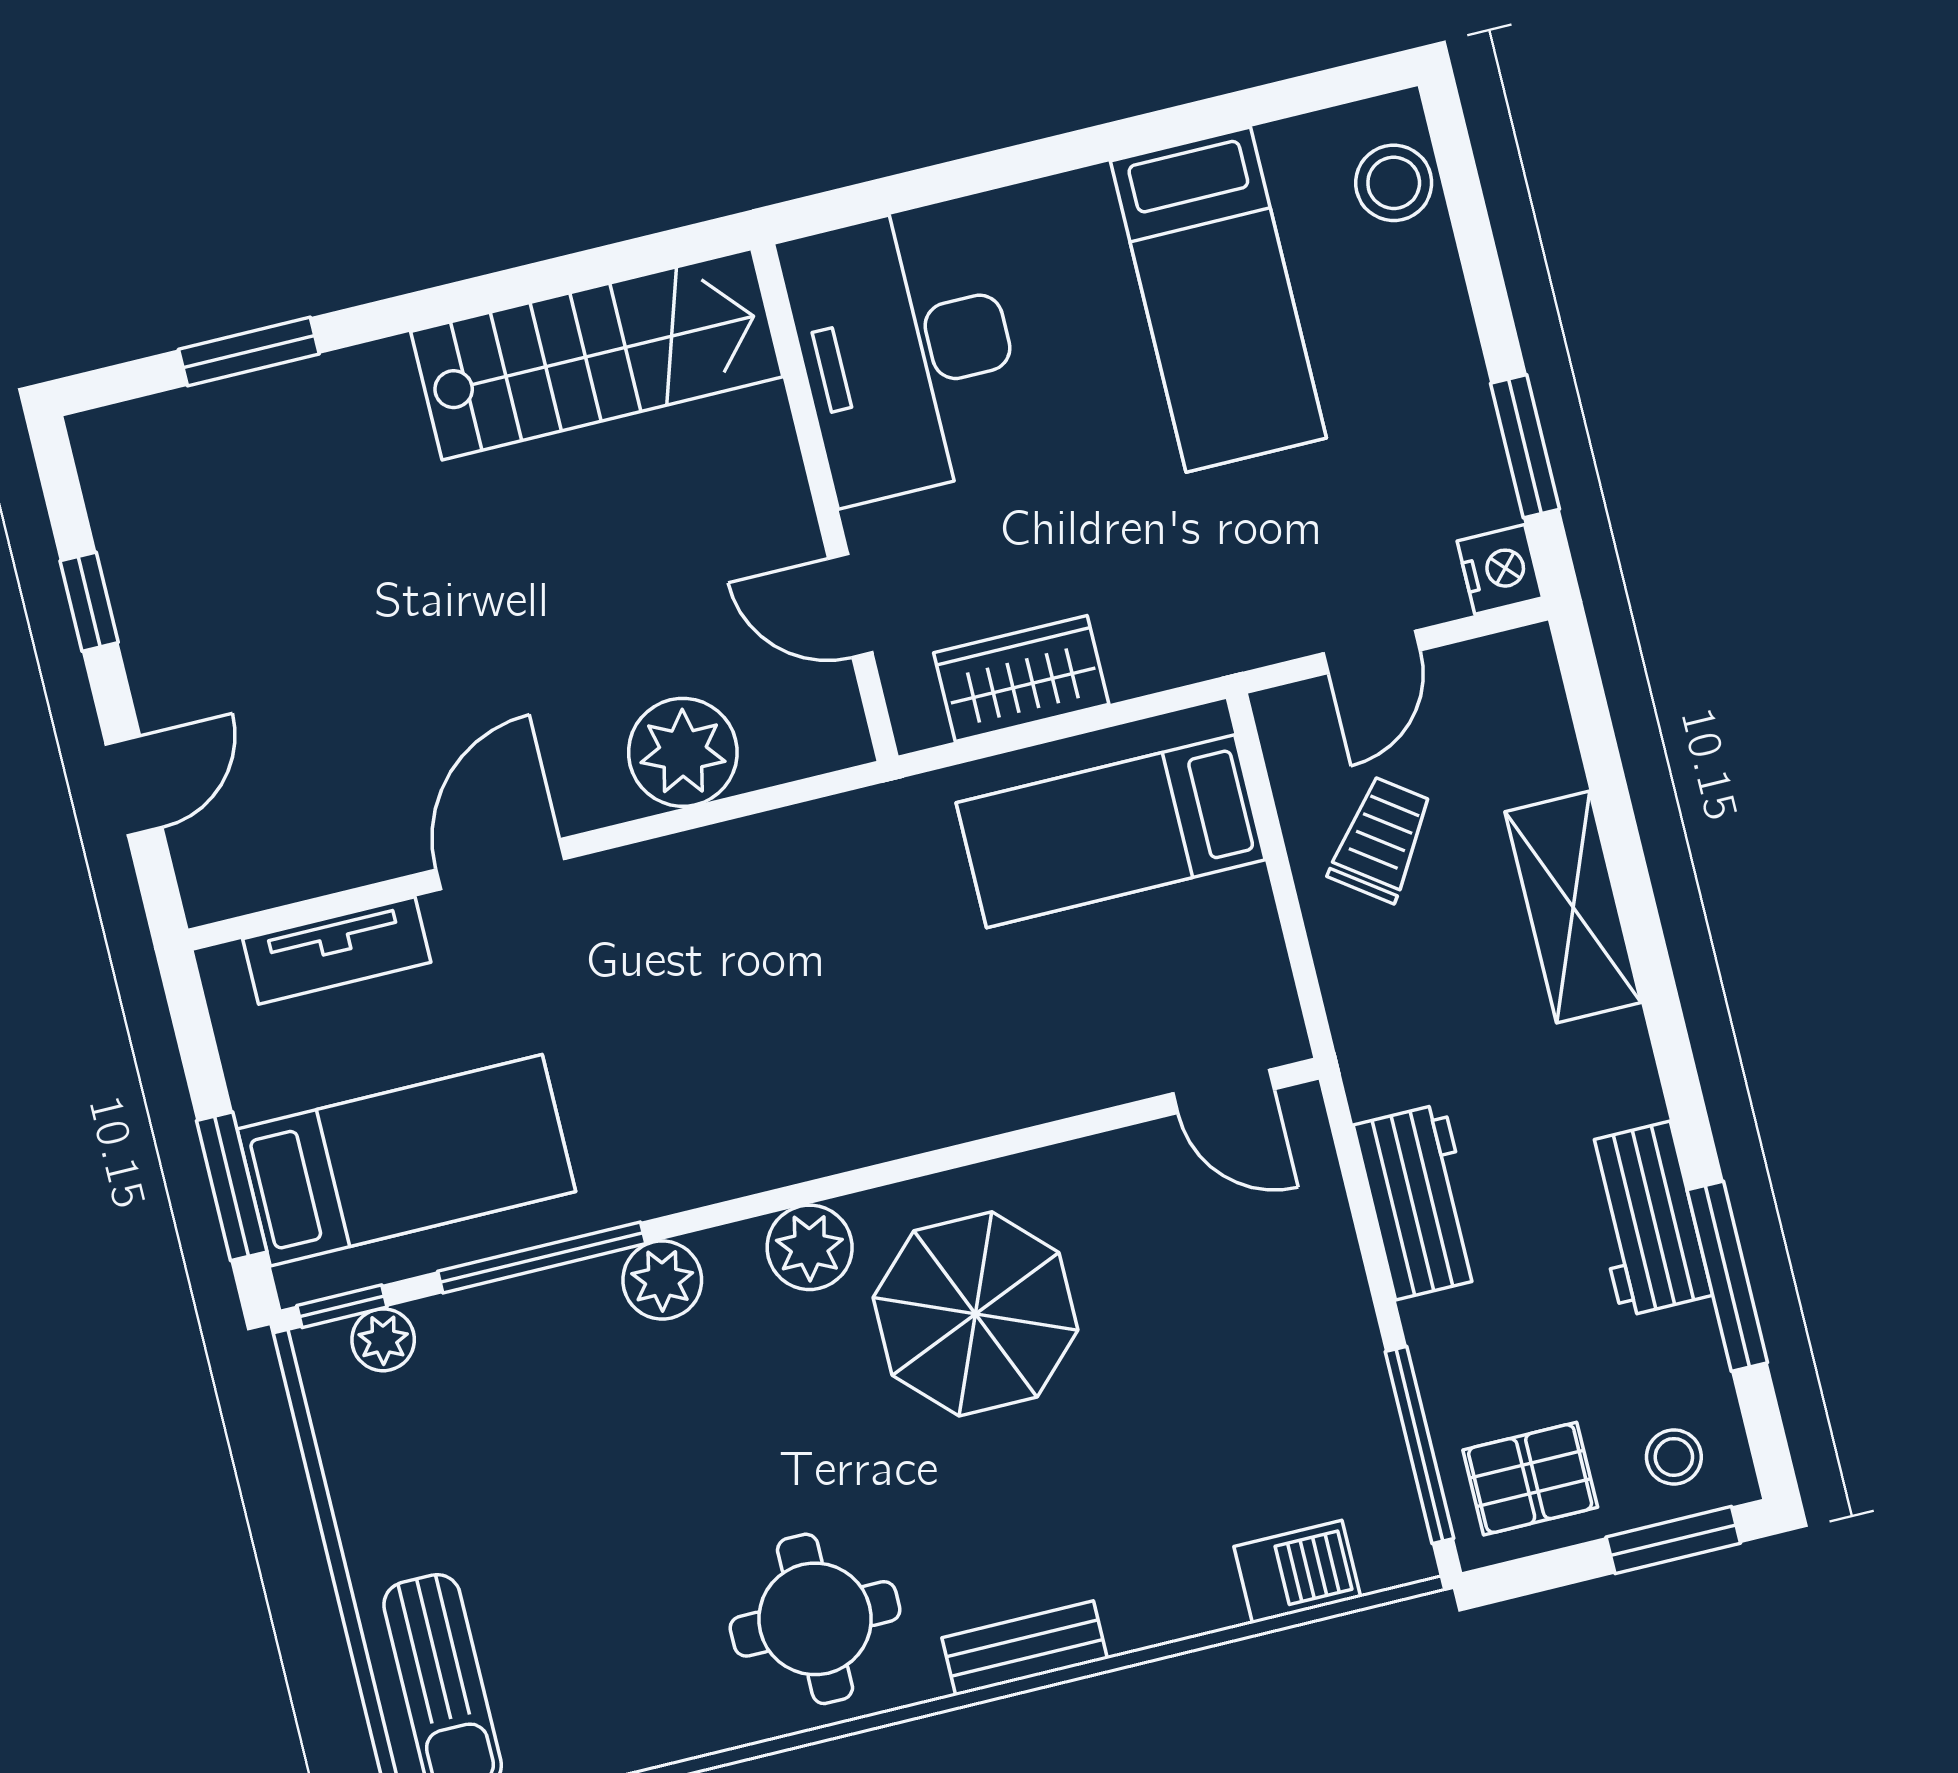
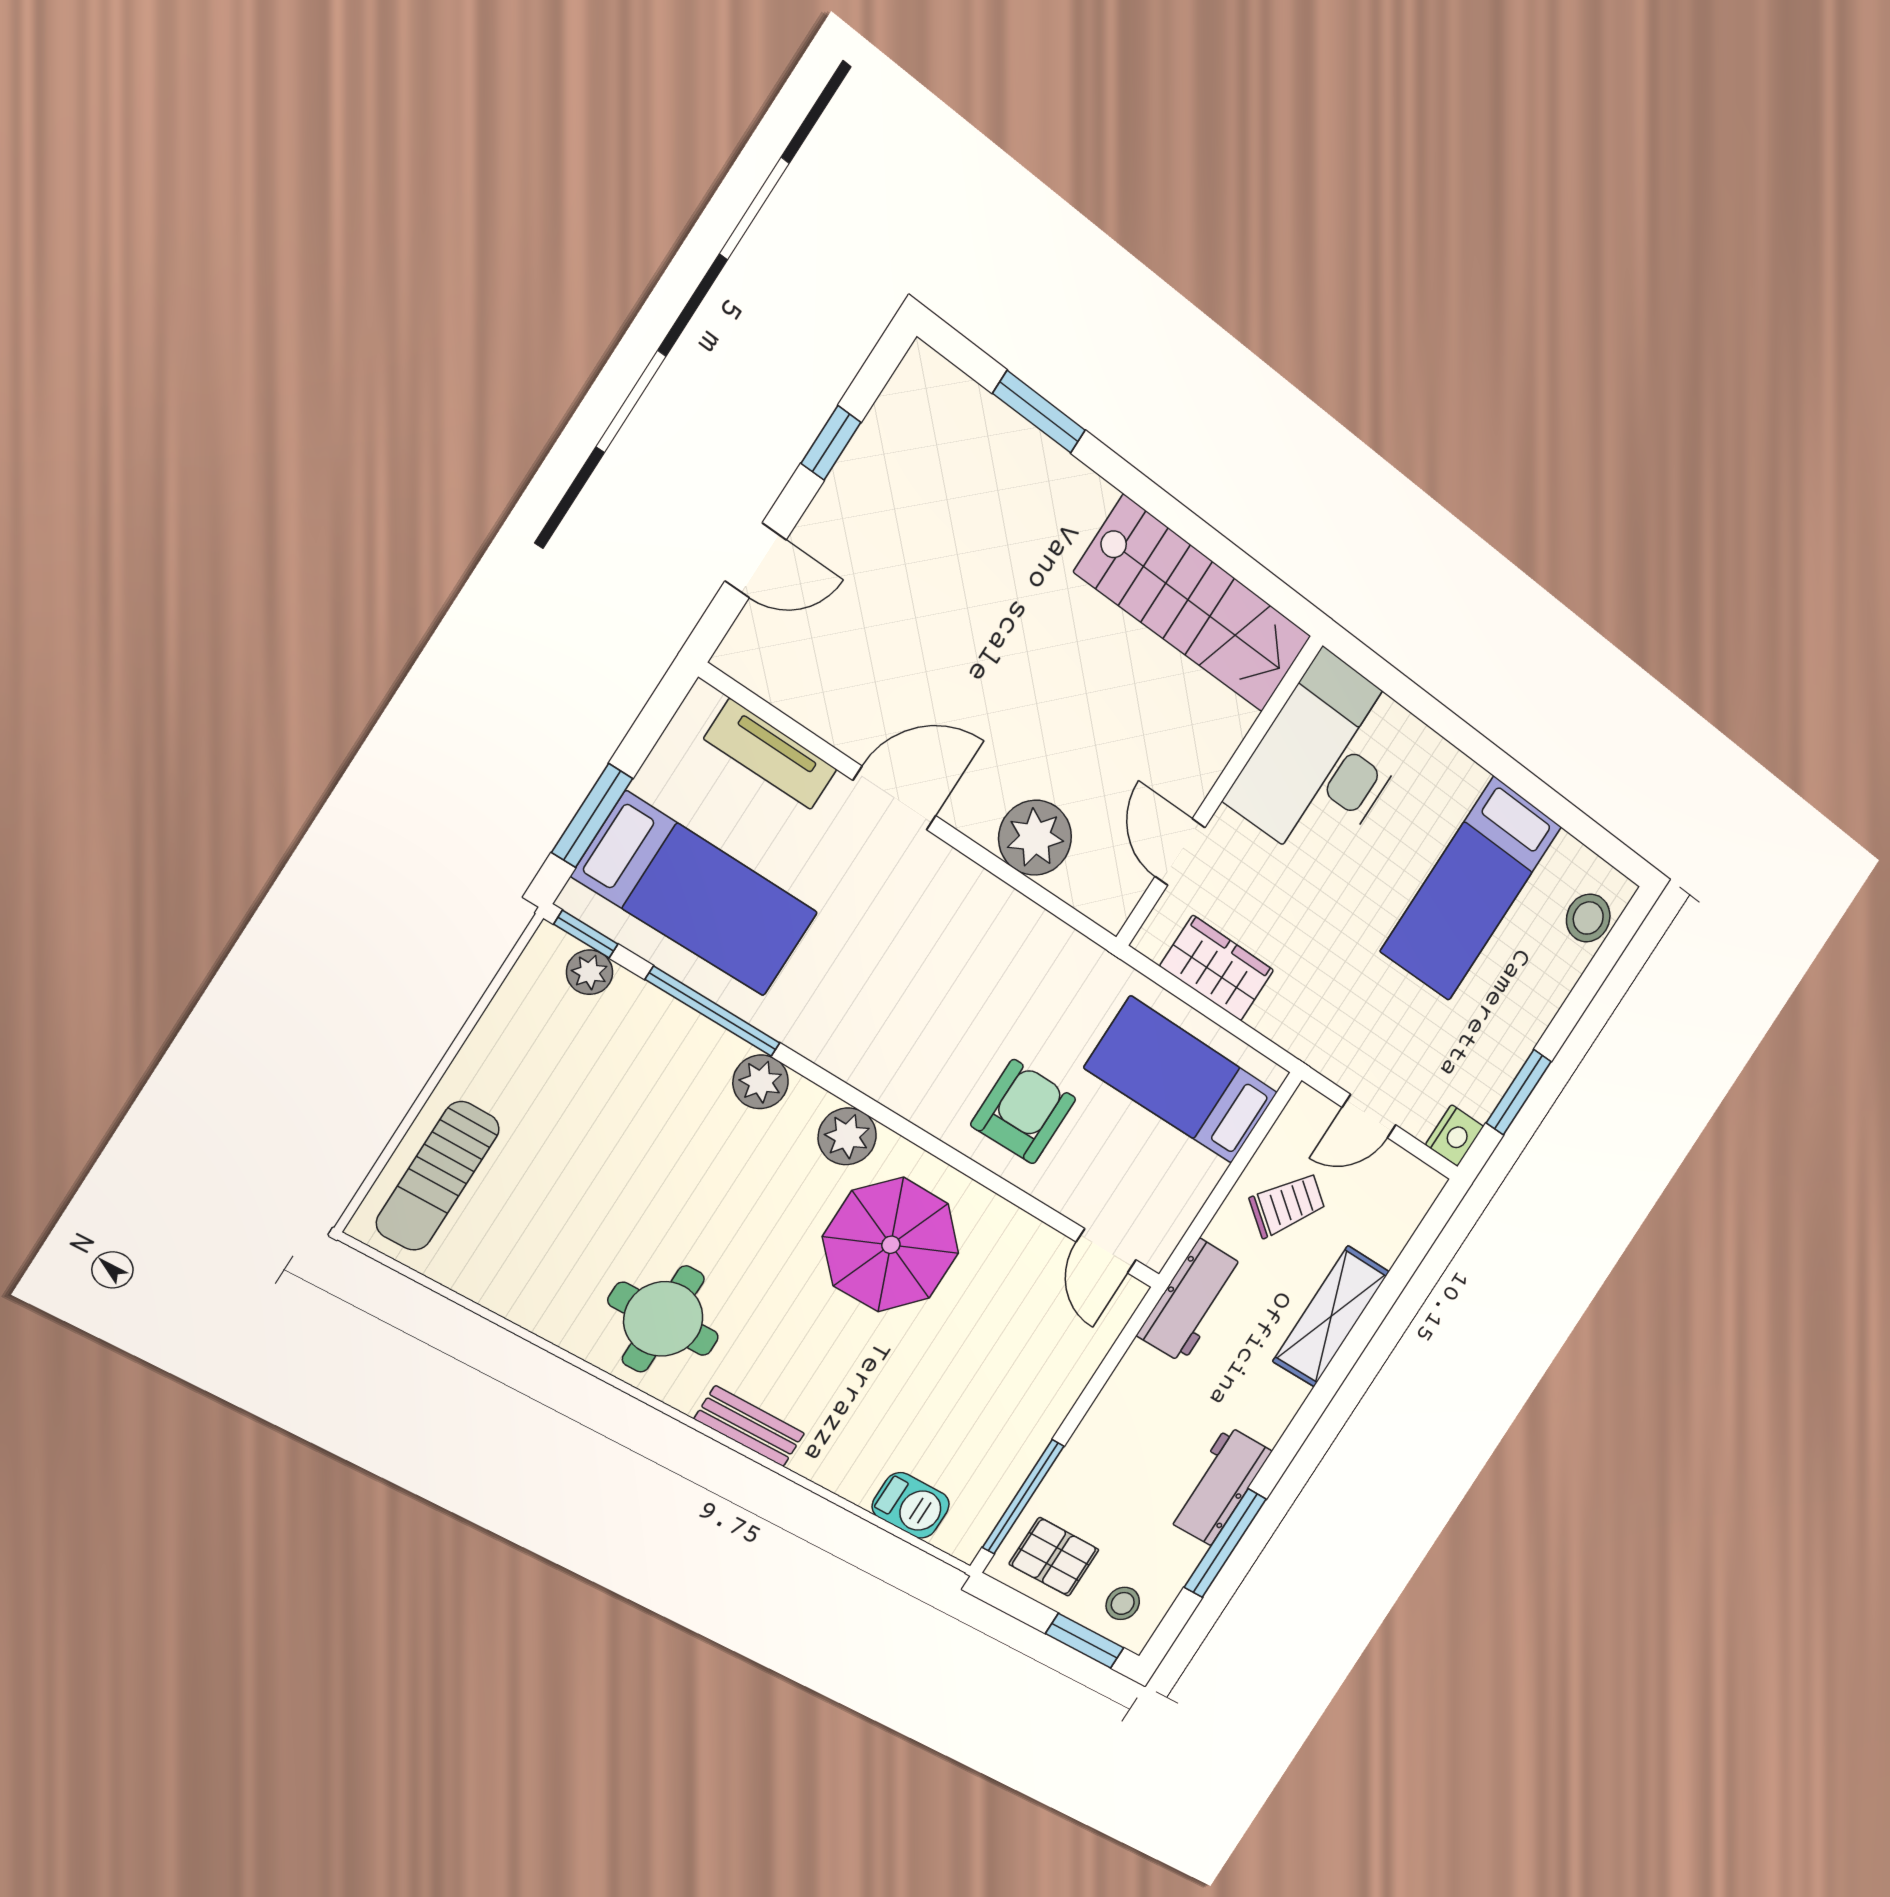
armchair: (971, 1037) -> (1023, 1112), added
workbench: (1420, 1202) -> (1191, 1301), moved

